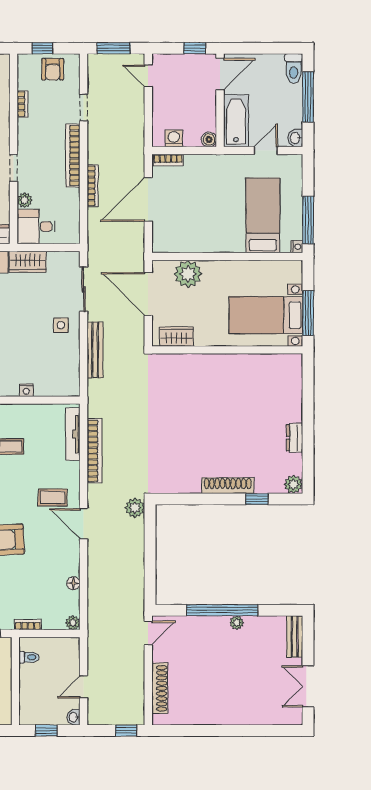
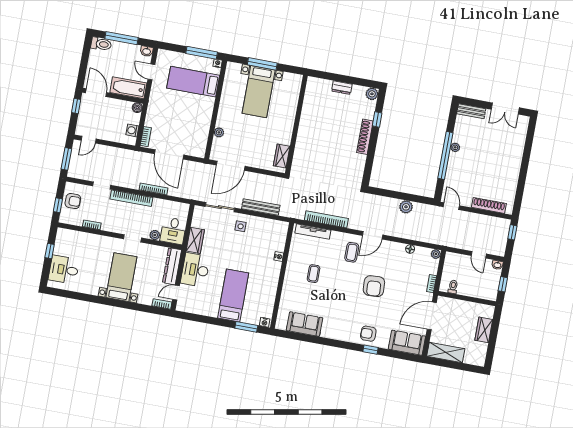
plant: (188, 274) -> (219, 132), width x0.53, depth x0.53
wardrobe: (177, 337) -> (282, 156), moved
wall: (227, 350) -> (296, 125), moved
plant: (135, 508) -> (406, 207), moved

